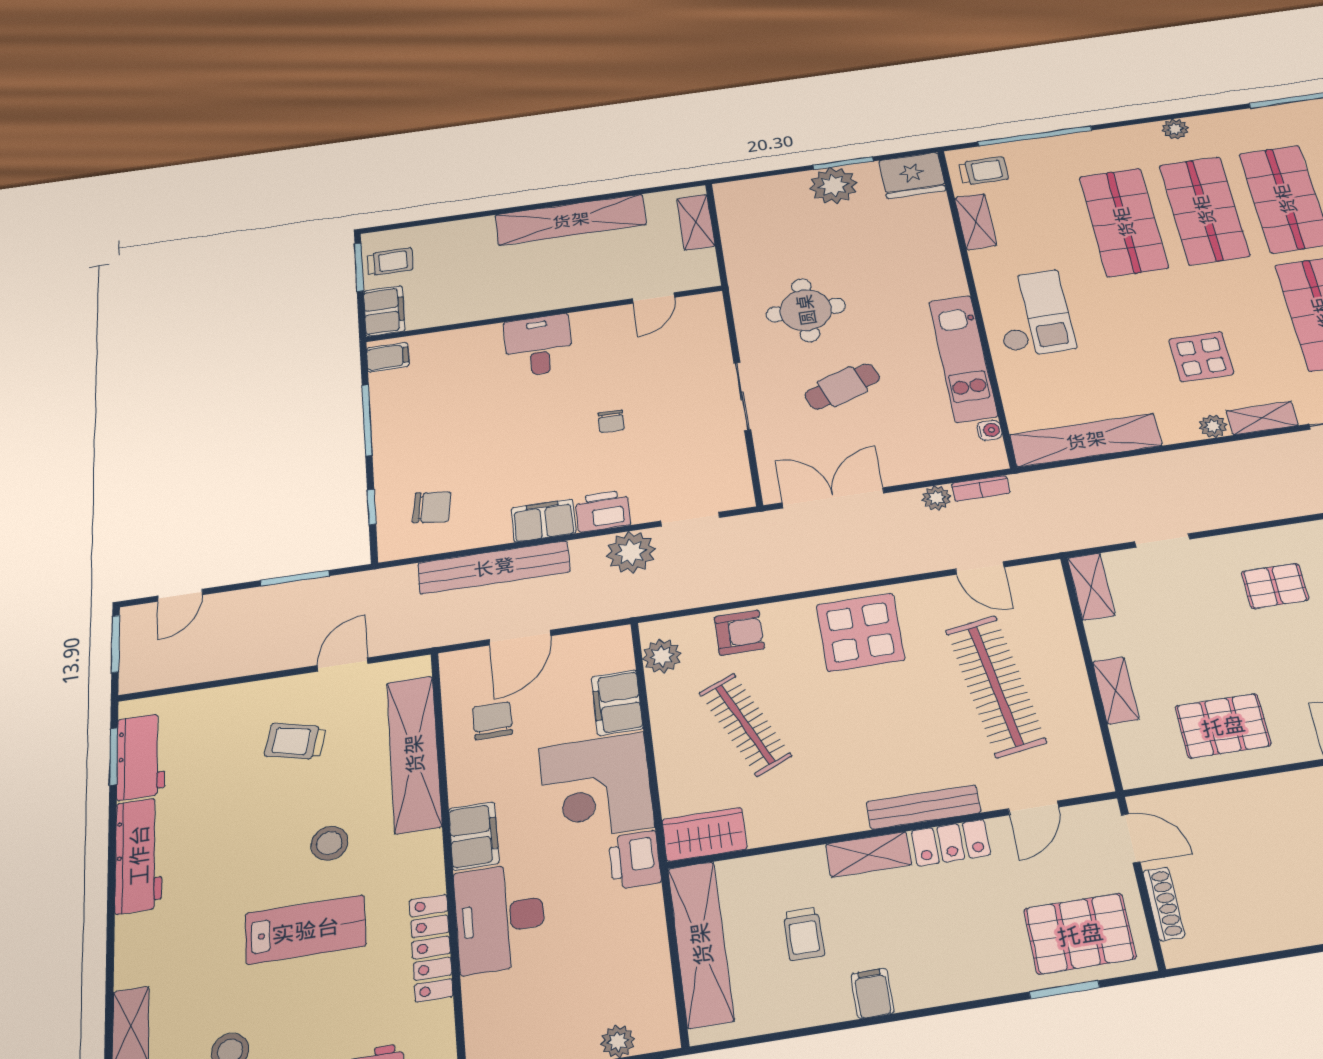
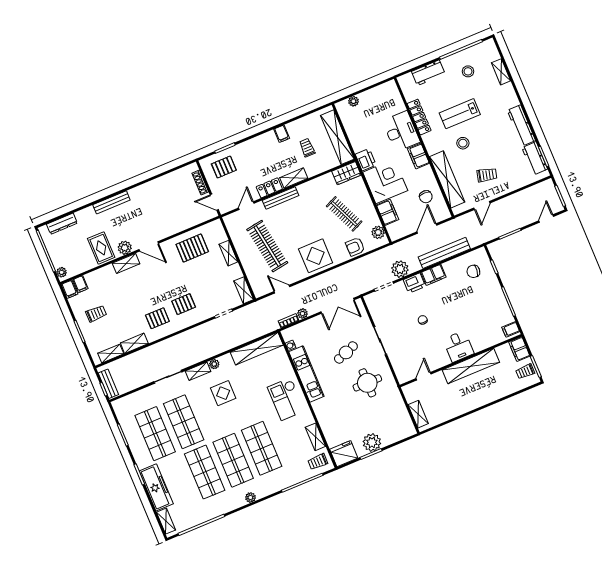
shelving: (571, 220) -> (471, 366), moved
pallet: (1080, 934) -> (224, 167), width x0.67, depth x0.71

